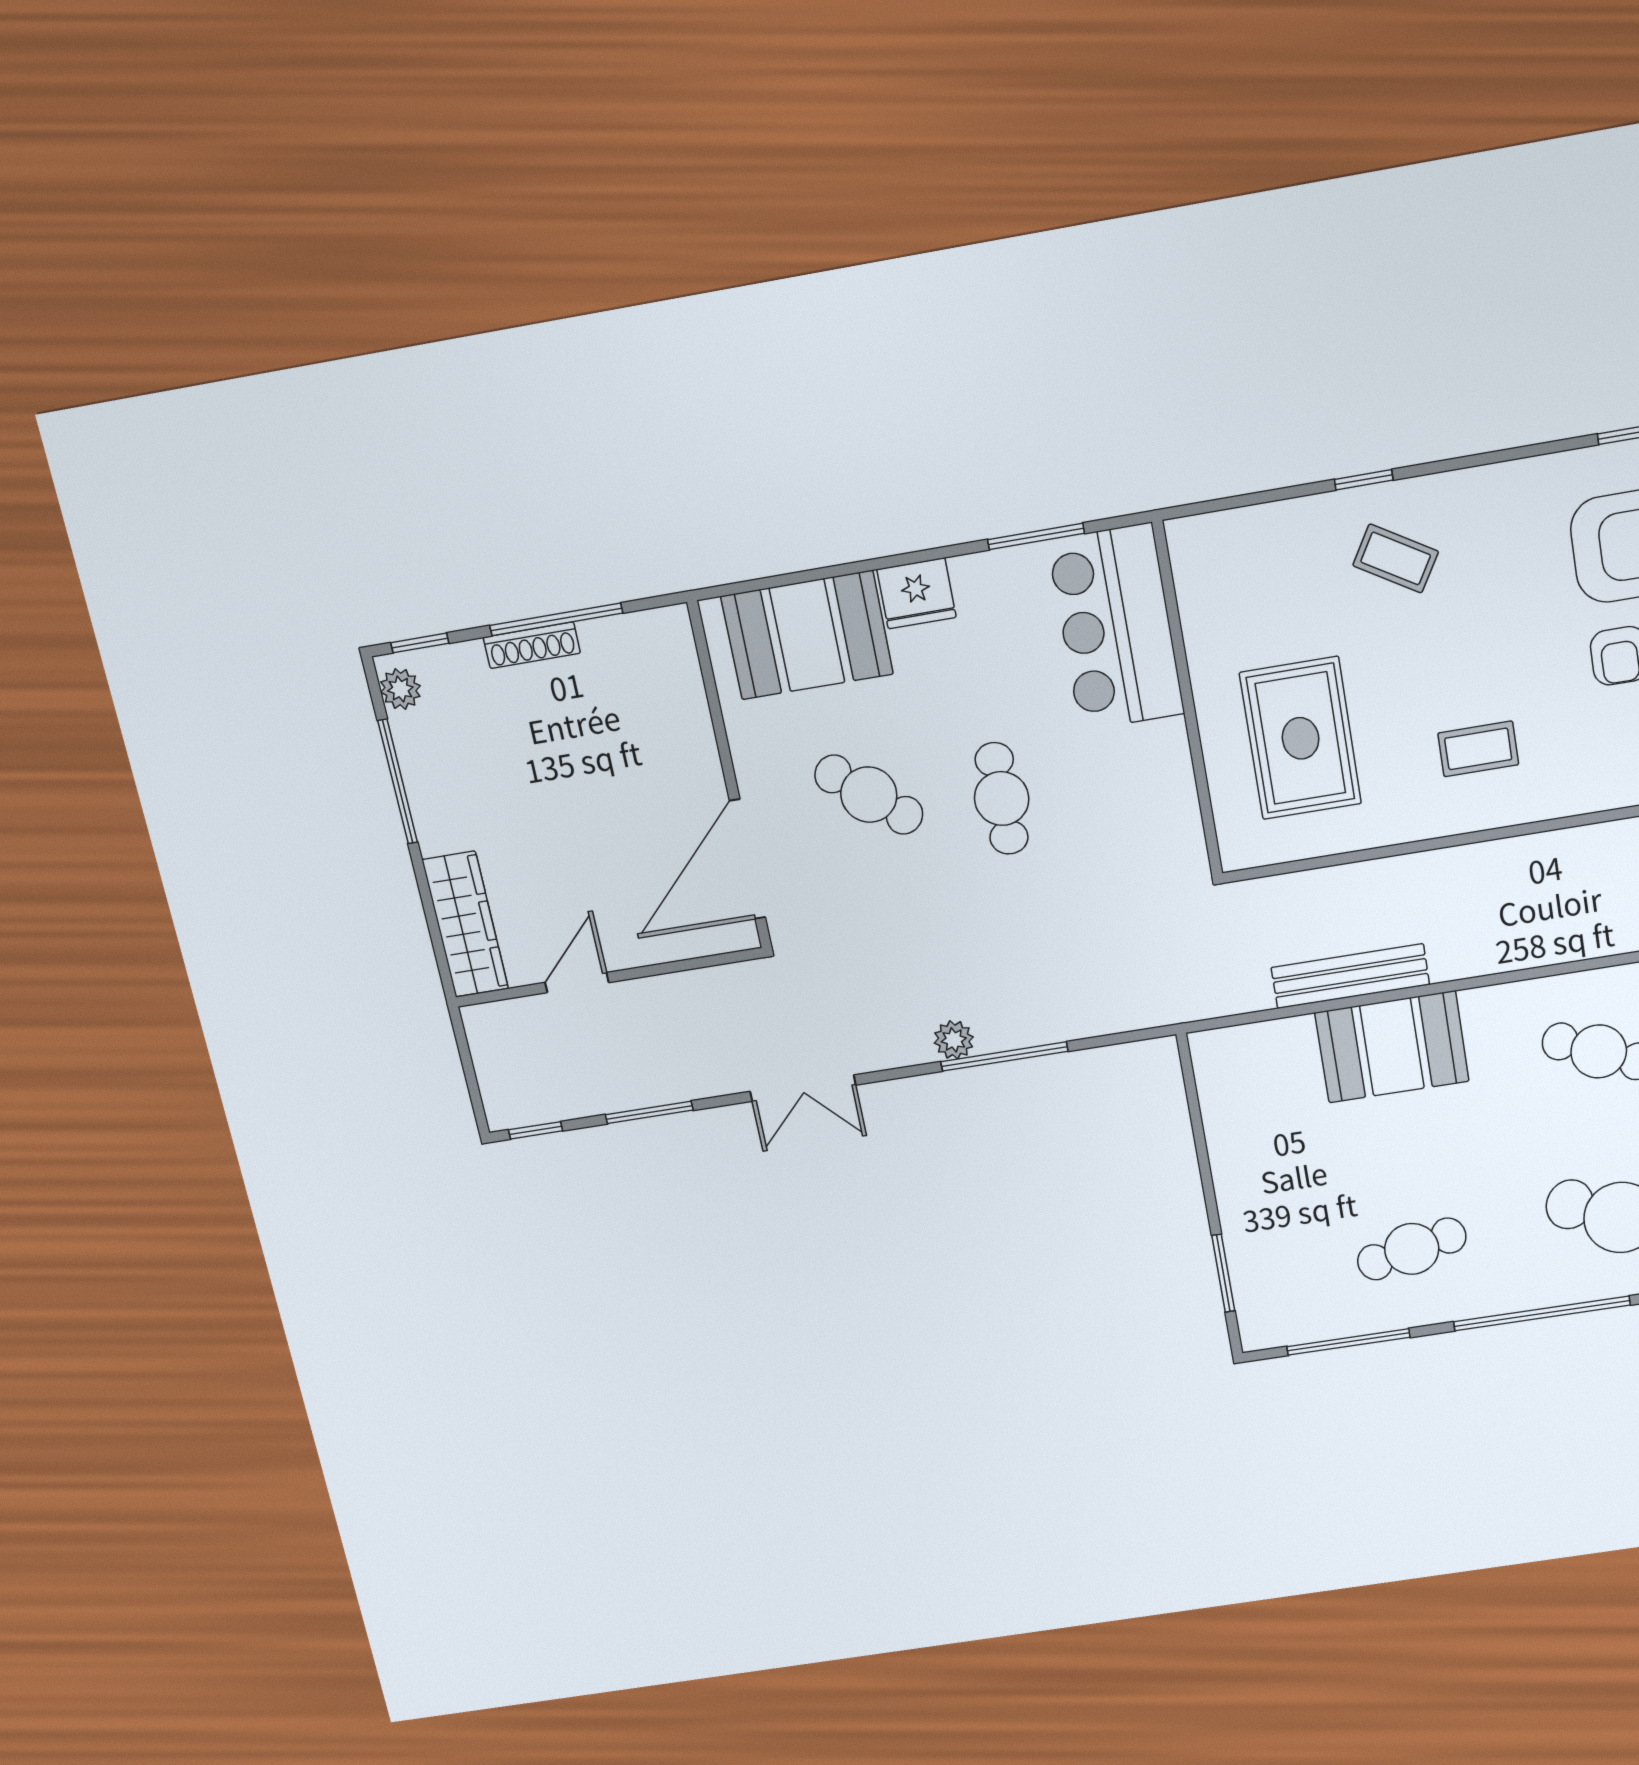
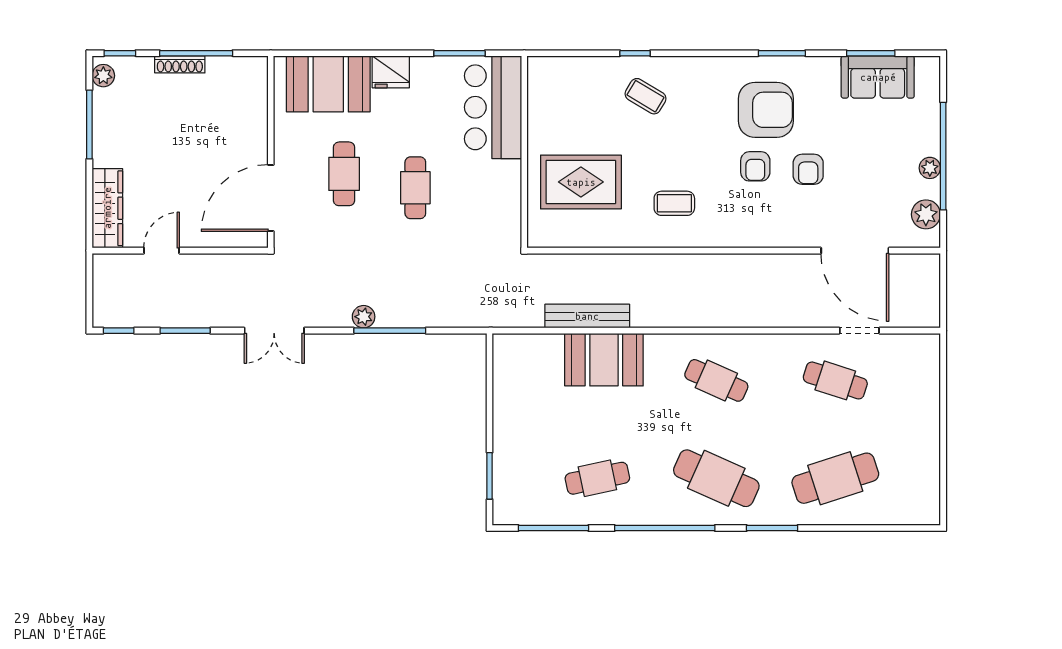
rug: (1301, 738) -> (581, 182), turned 90
cafe table: (869, 795) -> (344, 174), turned 50

